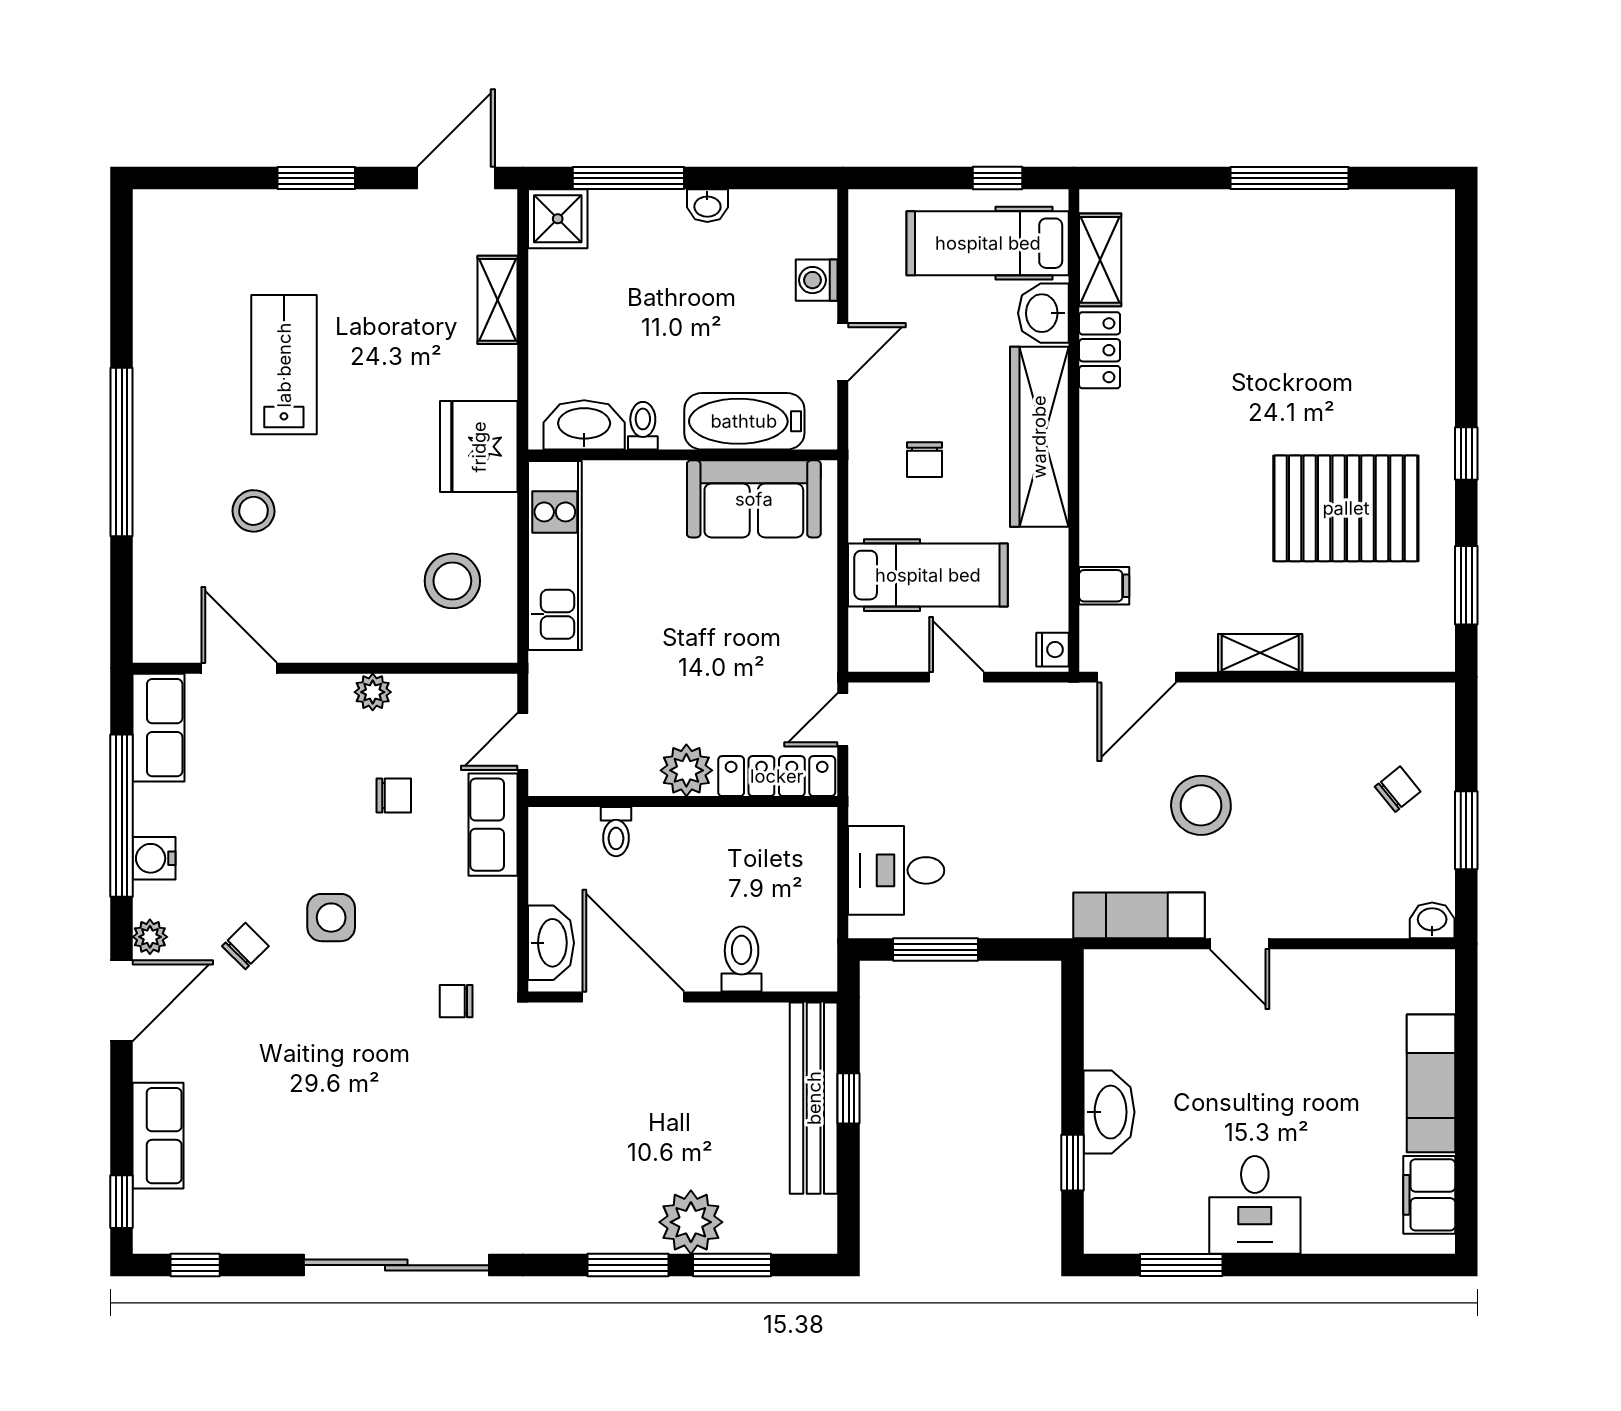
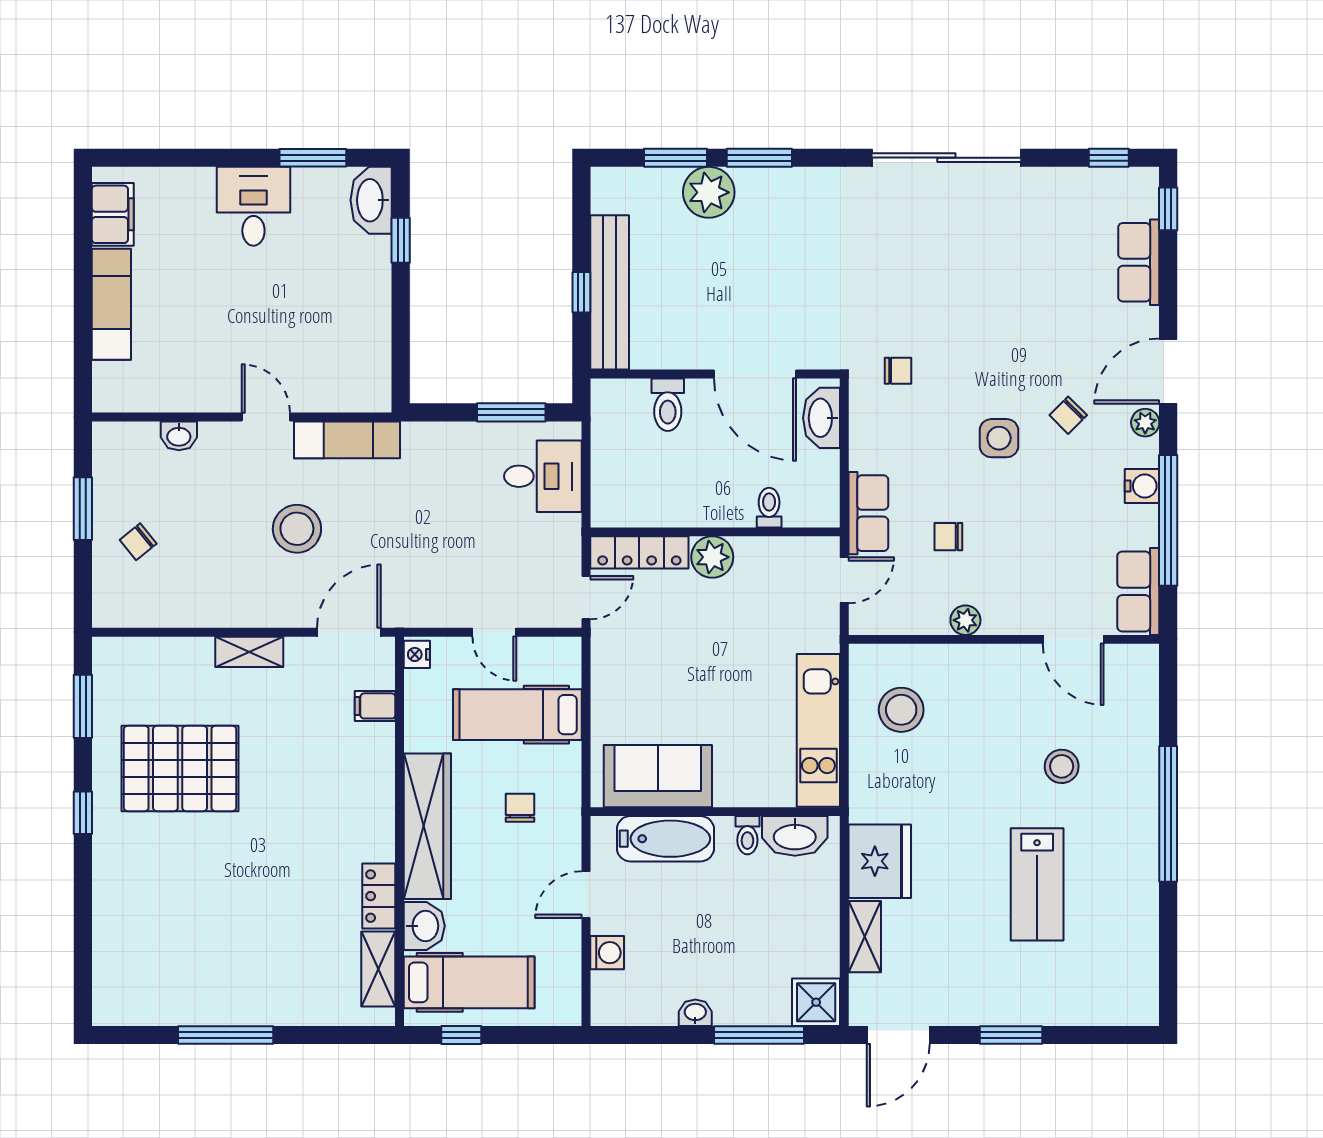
fridge: (479, 447) -> (880, 861), moved
washbasin: (1432, 920) -> (179, 436), moved
washbasin: (1109, 1112) -> (371, 200), moved

